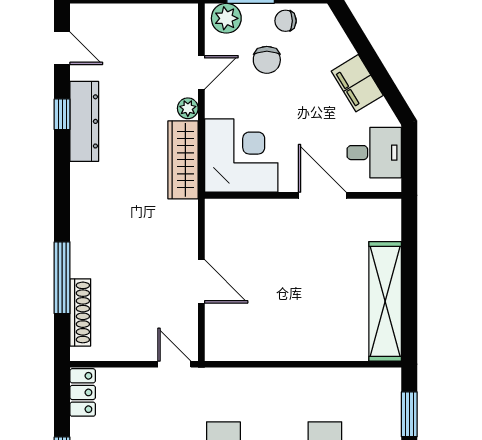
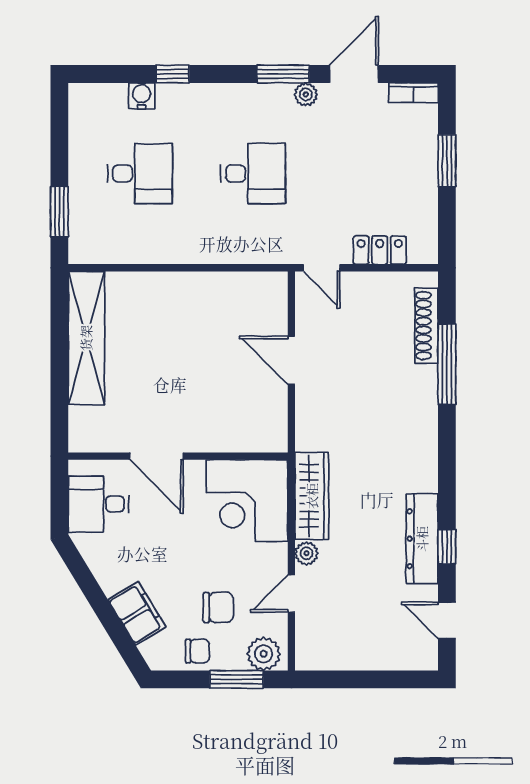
chair: (267, 60) -> (218, 607), turned 90
filing cabinet: (357, 83) -> (137, 613), moved
locker: (83, 392) -> (380, 250), moved, turned 90

